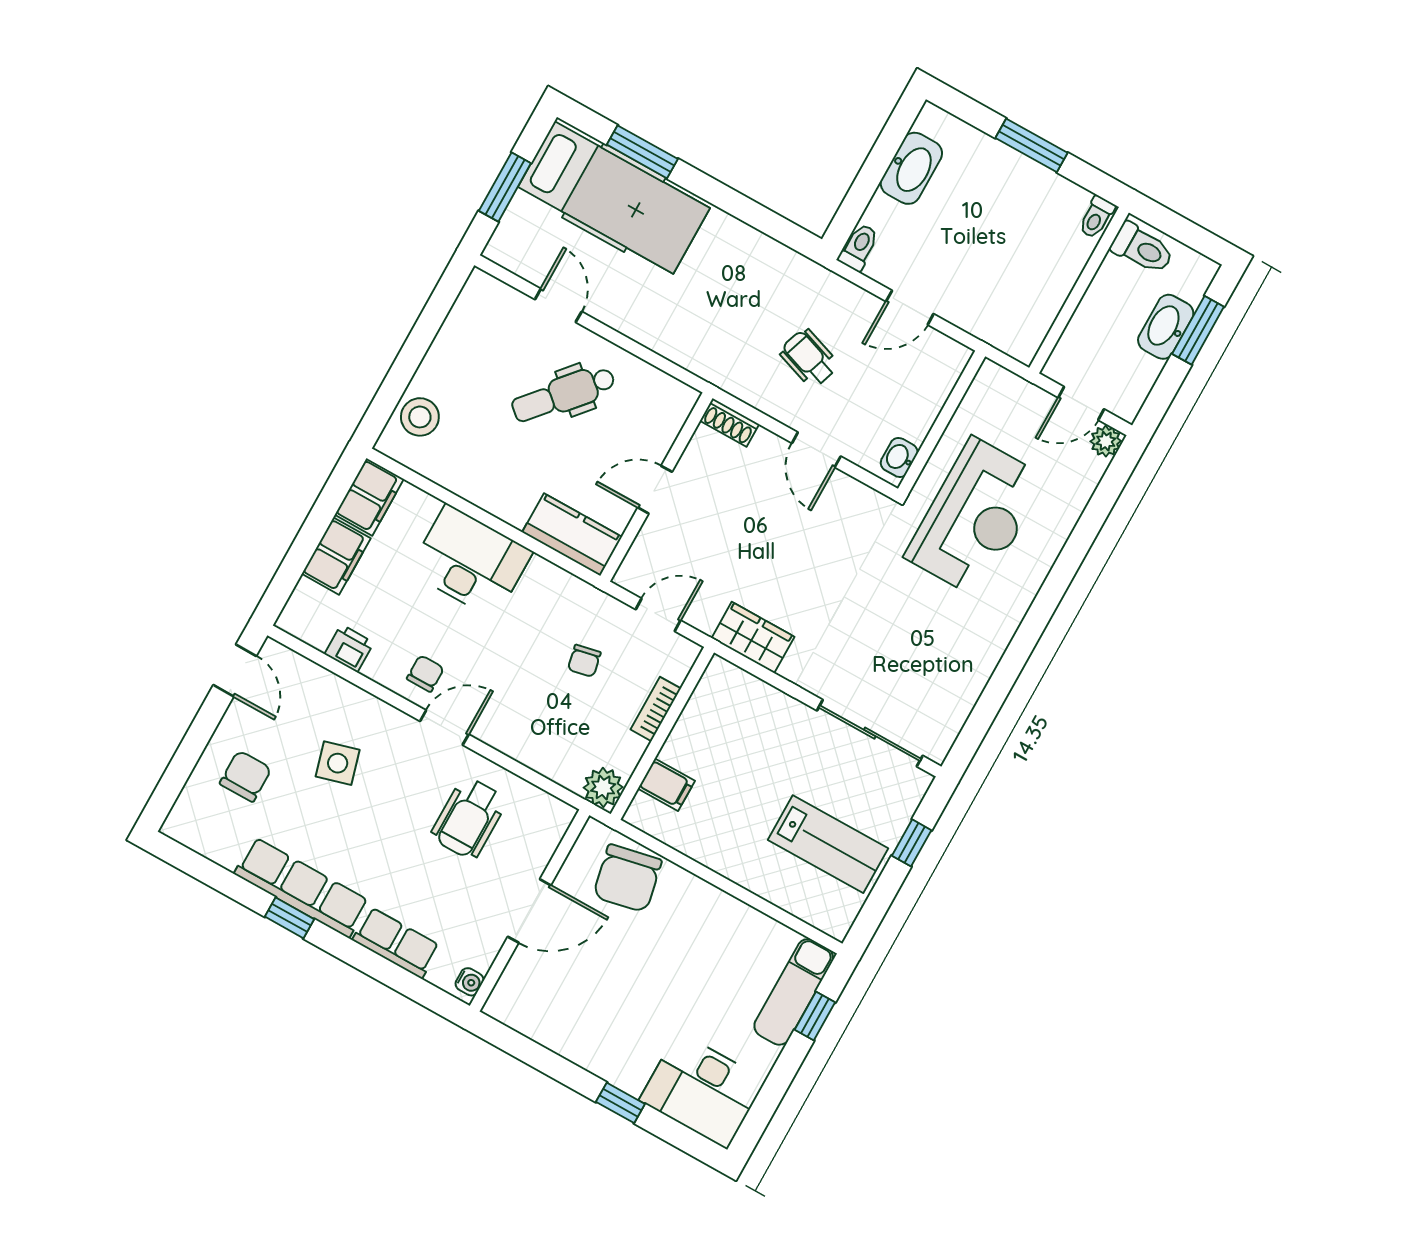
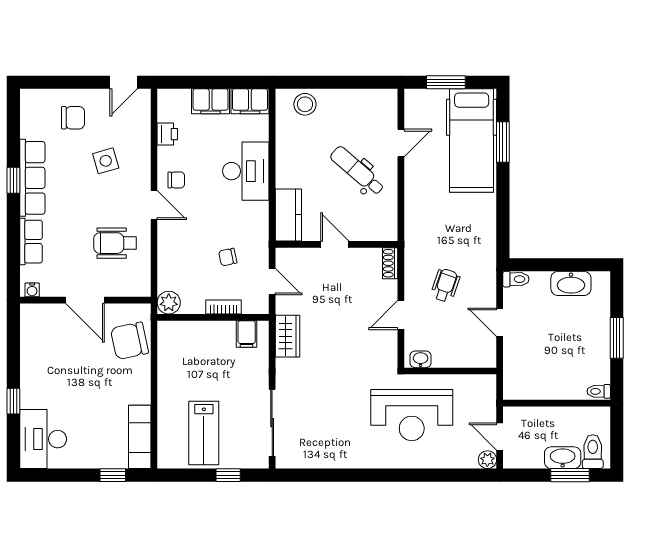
toilet: (1142, 248) -> (593, 452), moved, turned 180
filing cabinet: (666, 785) -> (247, 334), moved
exam couch: (794, 992) -> (140, 437), moved, turned -90

